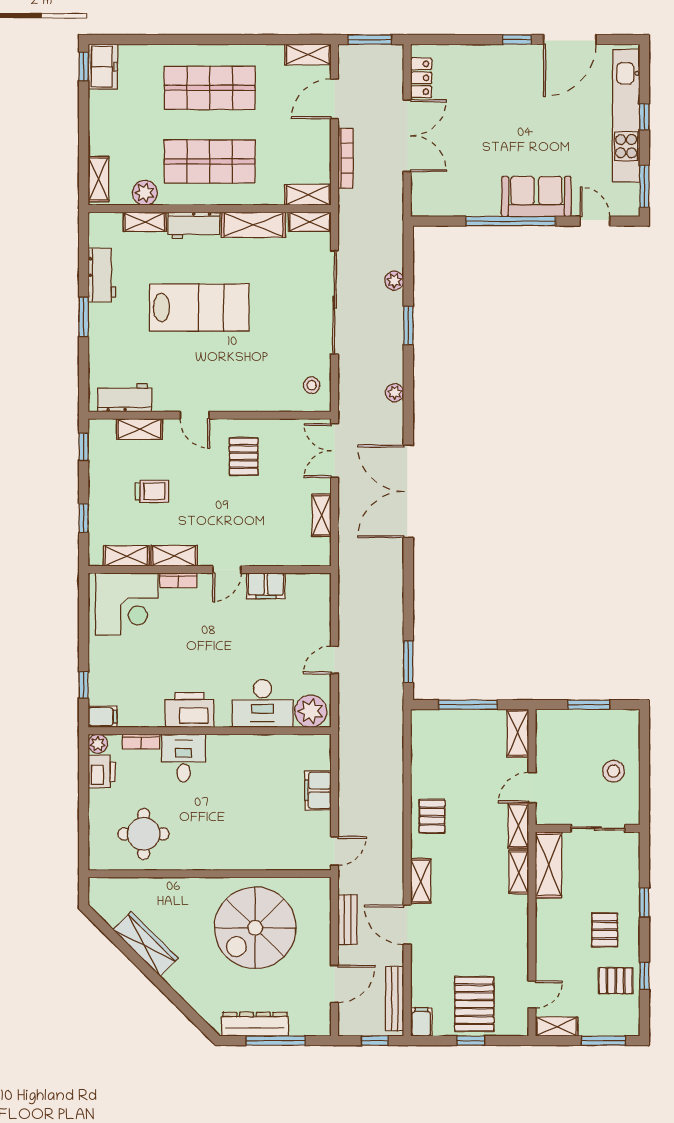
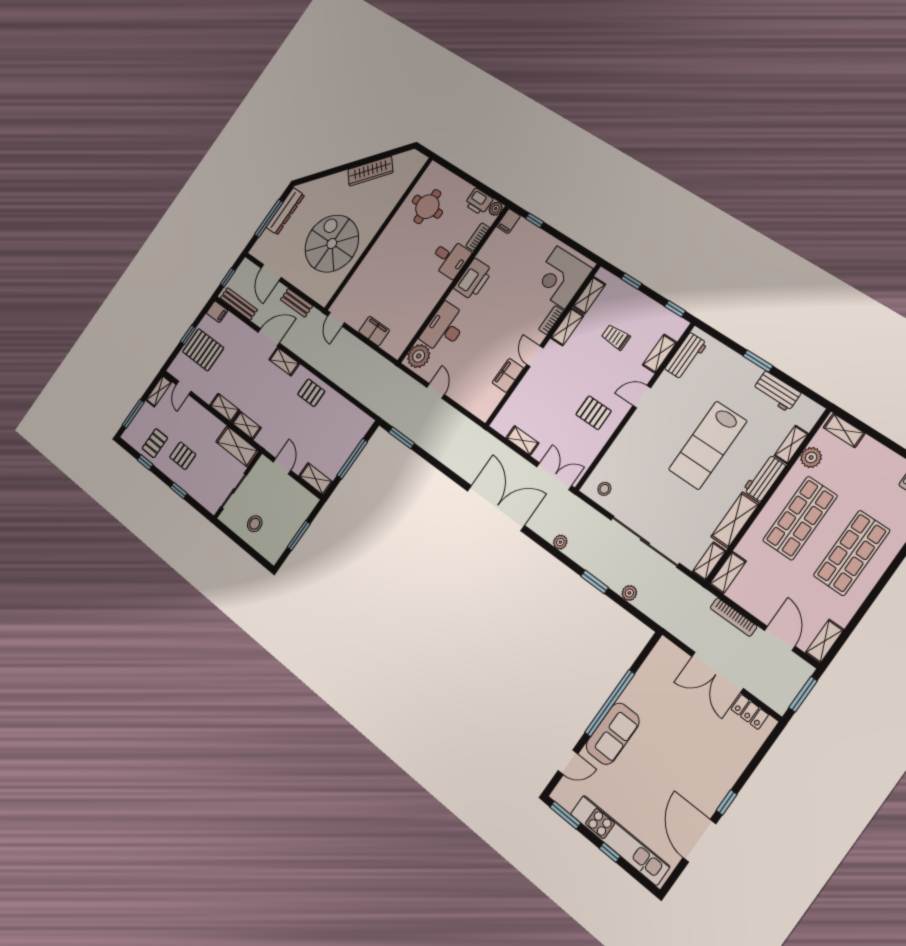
trolley: (152, 491) -> (616, 337), turned 90
shelving: (518, 826) -> (225, 408), moved

